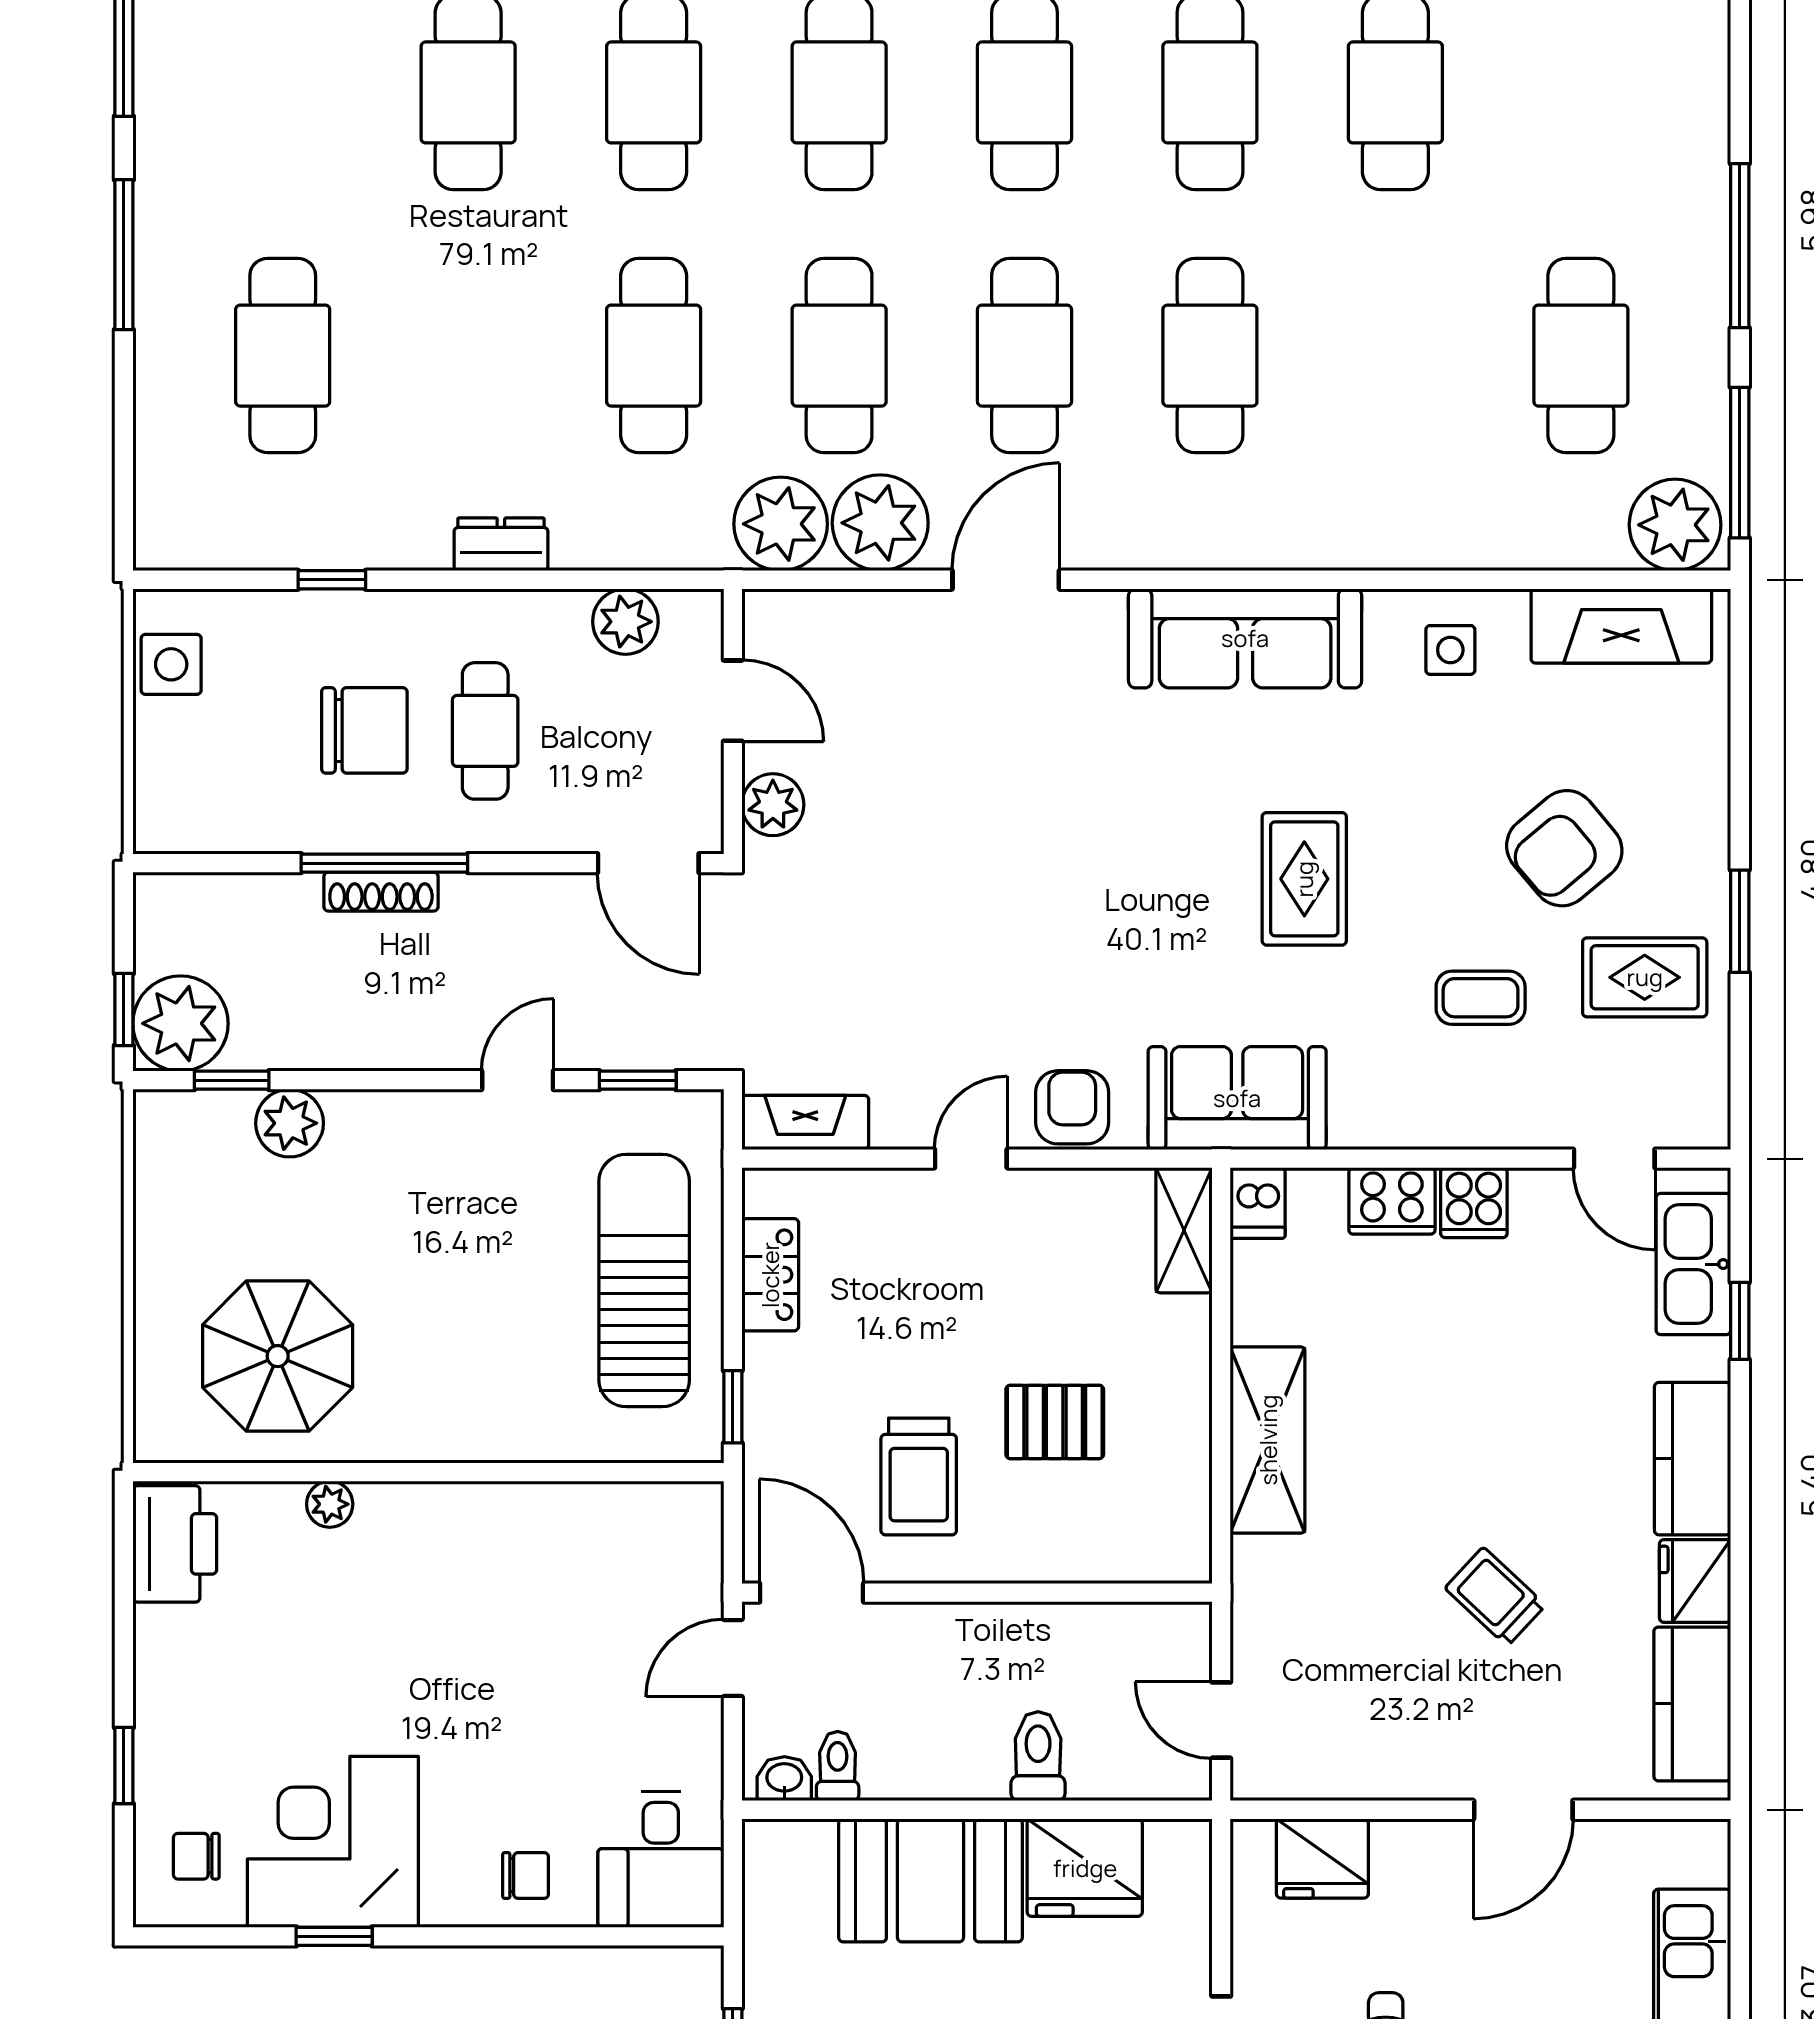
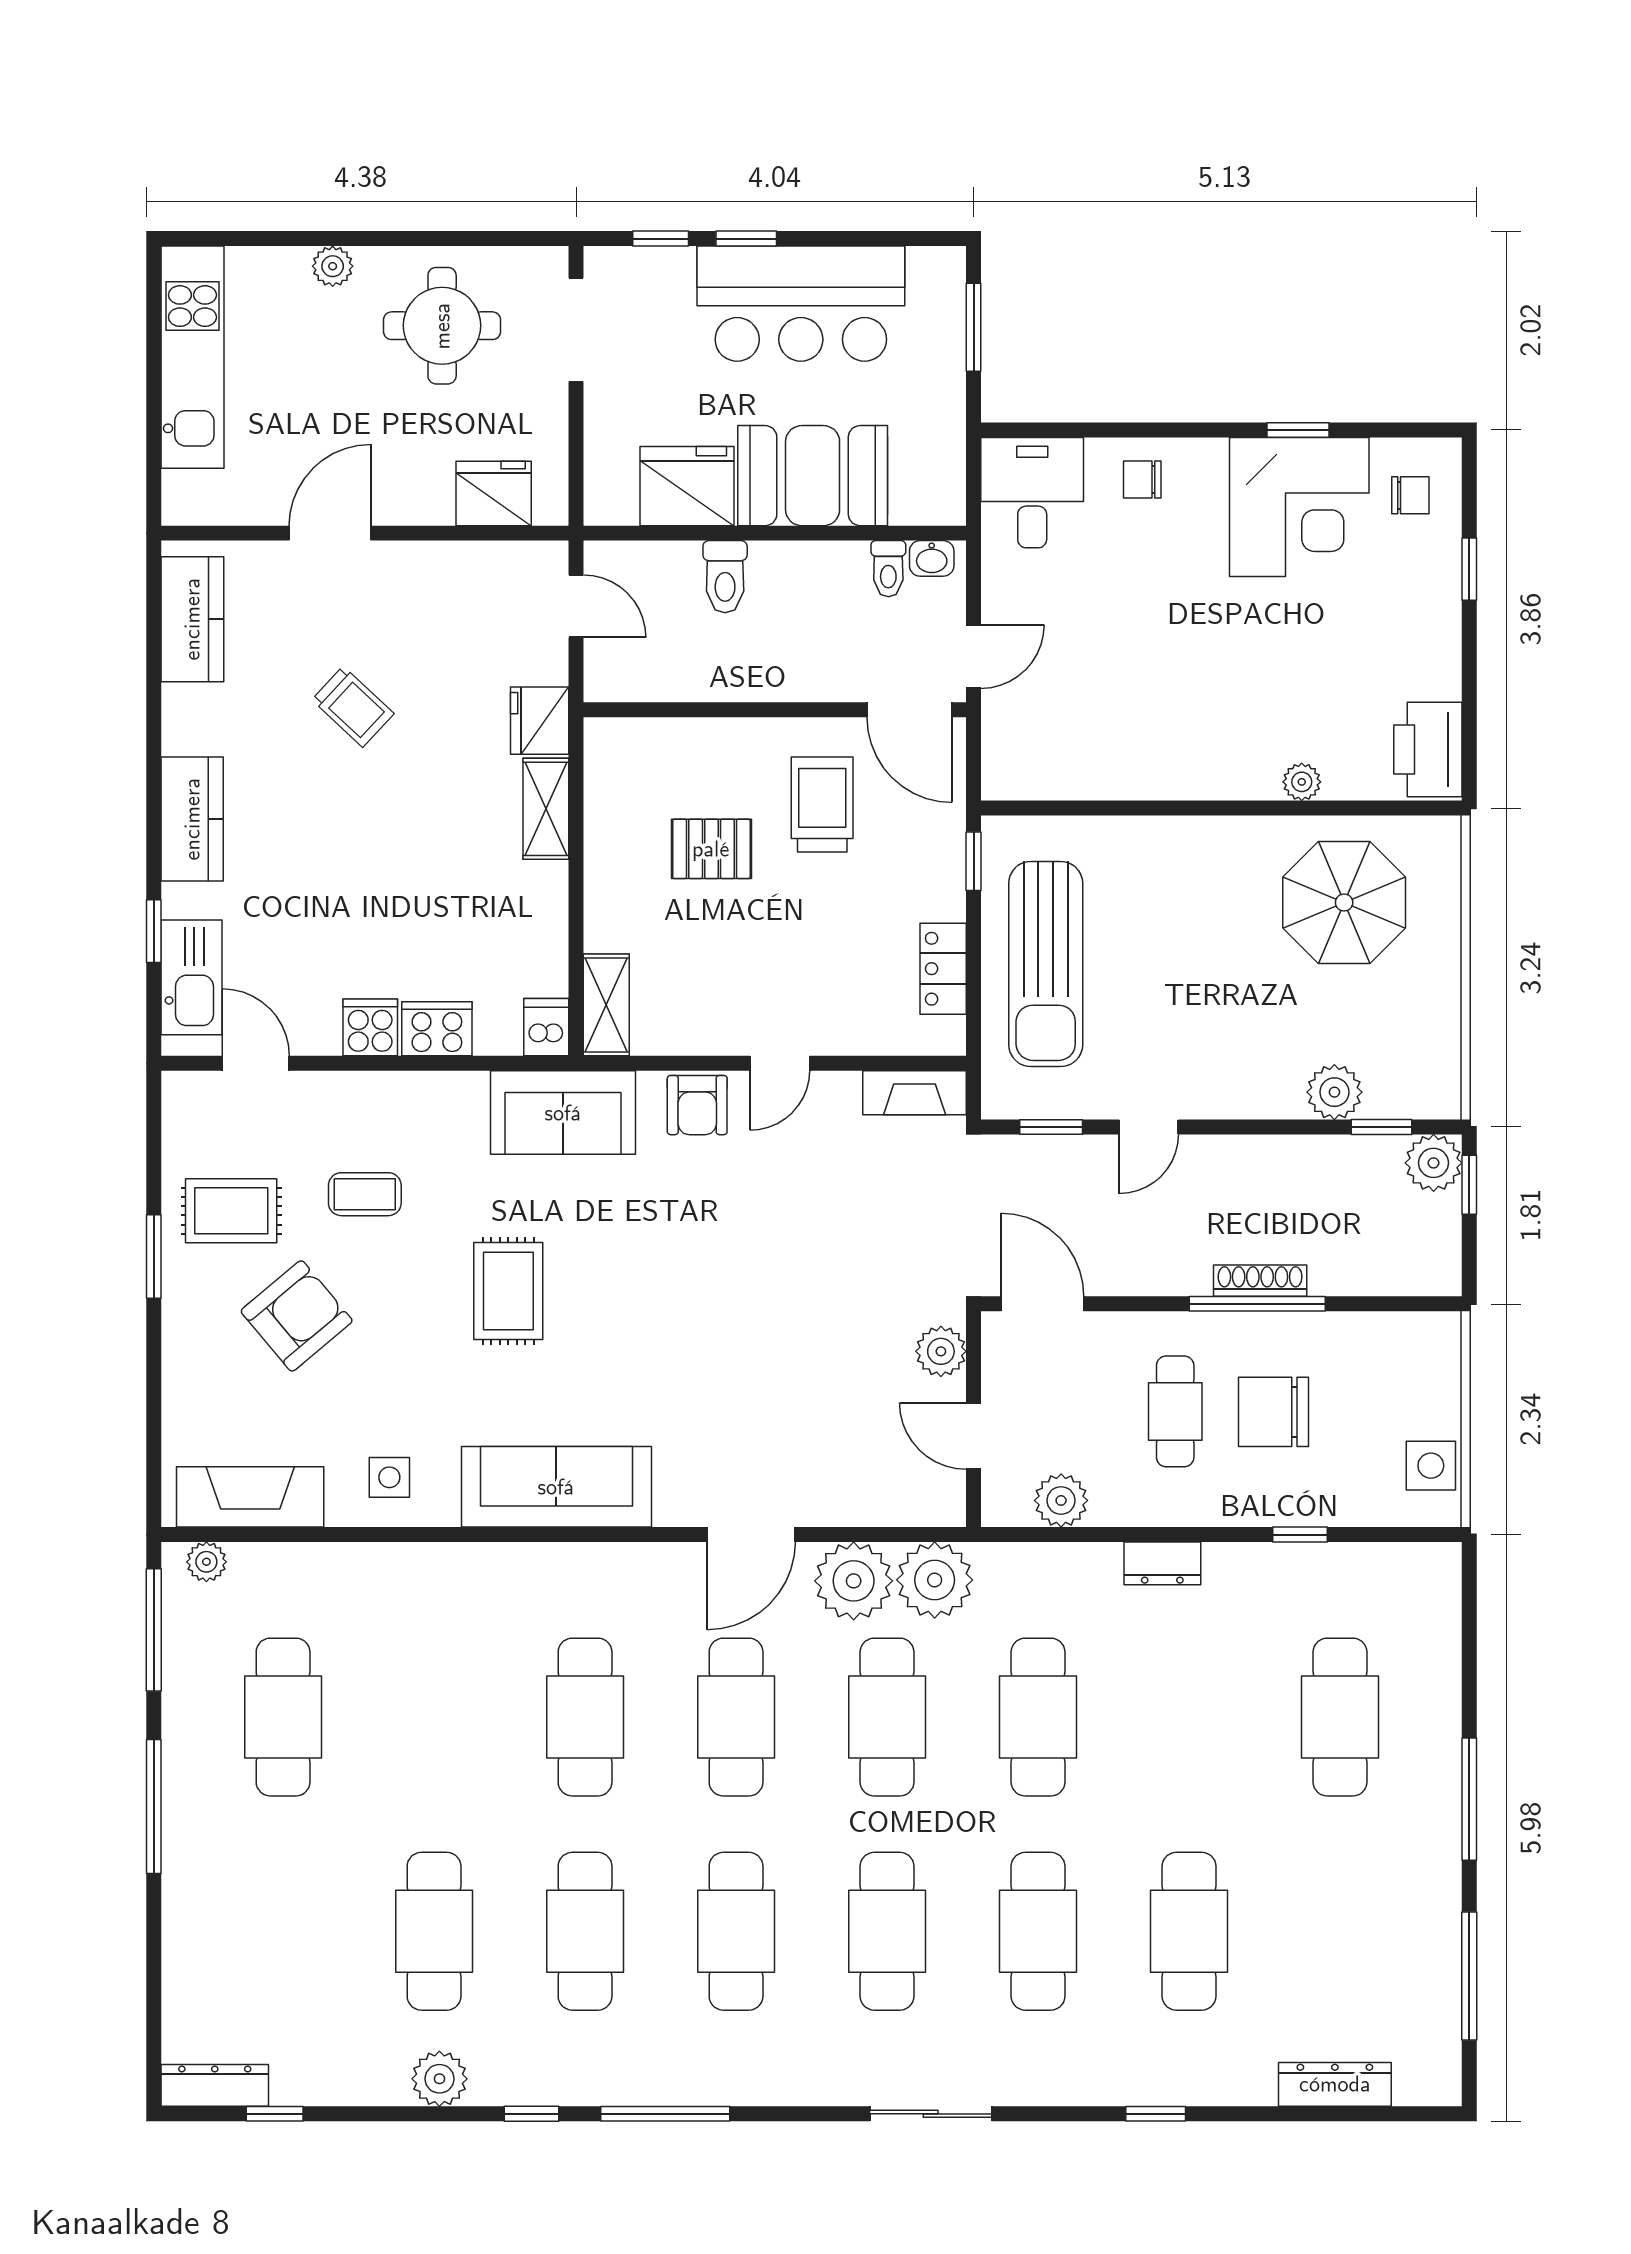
plant: (1675, 525) -> (206, 1562), width x0.53, depth x0.53
plant: (181, 1023) -> (1434, 1163), width x0.73, depth x0.73
shelving: (1268, 1440) -> (546, 809), width x0.67, depth x0.75
fridge: (1695, 1581) -> (540, 721), moved, turned 180

